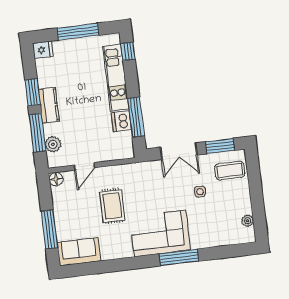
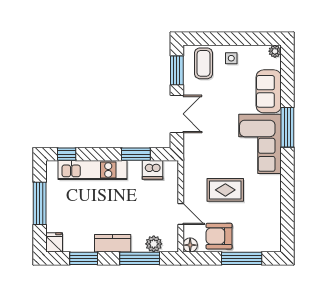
window: (33, 92) -> (84, 258), moved
window: (136, 117) -> (136, 154), width x0.69
dishwasher: (121, 121) -> (153, 170), moved
side table: (200, 192) -> (231, 58), moved
armchair: (68, 205) -> (219, 236), added
plant: (248, 221) -> (275, 51), moved
sofa: (79, 252) -> (269, 91), moved

